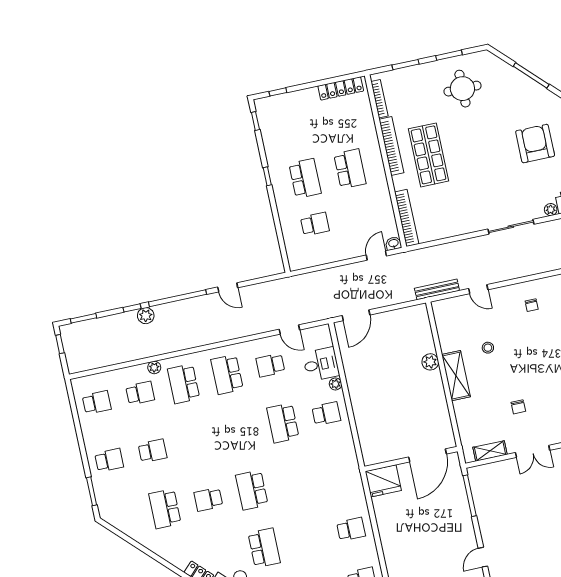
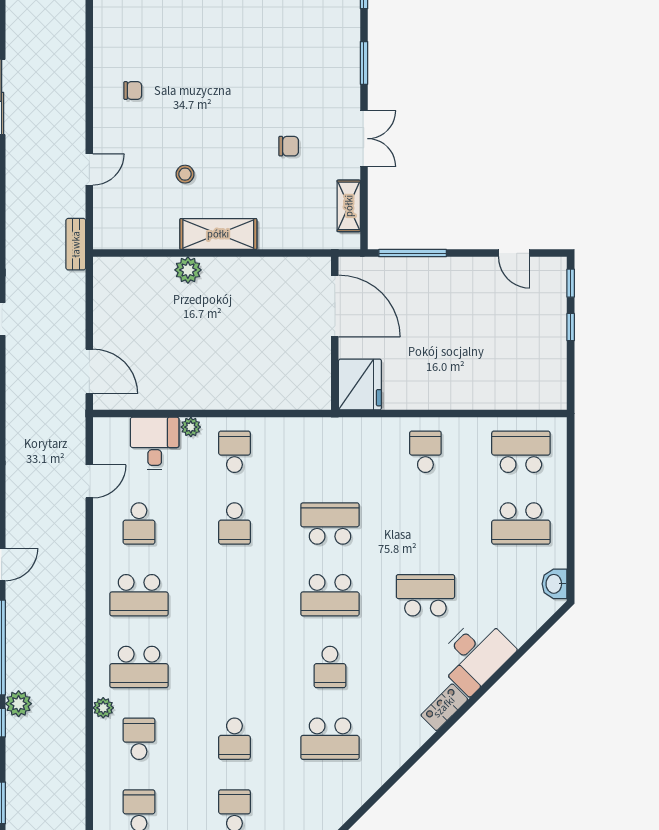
bench: (437, 289) -> (76, 244), width x0.73
school desk: (283, 423) -> (234, 523), width x0.54
school desk: (153, 451) -> (234, 739), turned 180
school desk: (295, 481) -> (330, 523), added

